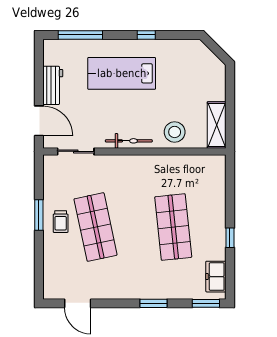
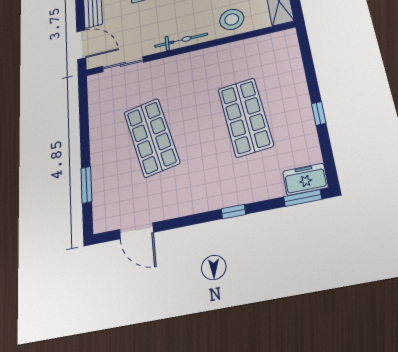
window: (39, 215) -> (86, 185), moved
trolley: (61, 222) -> (110, 140), removed
freezer: (216, 277) -> (305, 179), moved, turned 90
window: (154, 303) -> (233, 212), width x0.67

